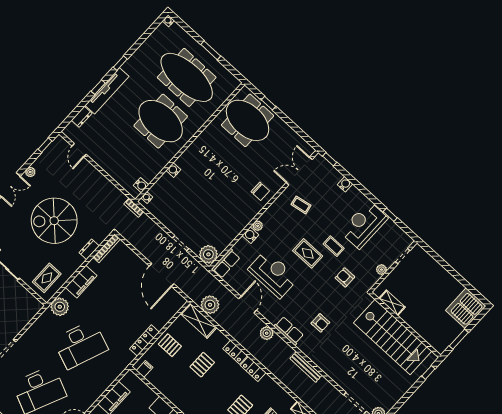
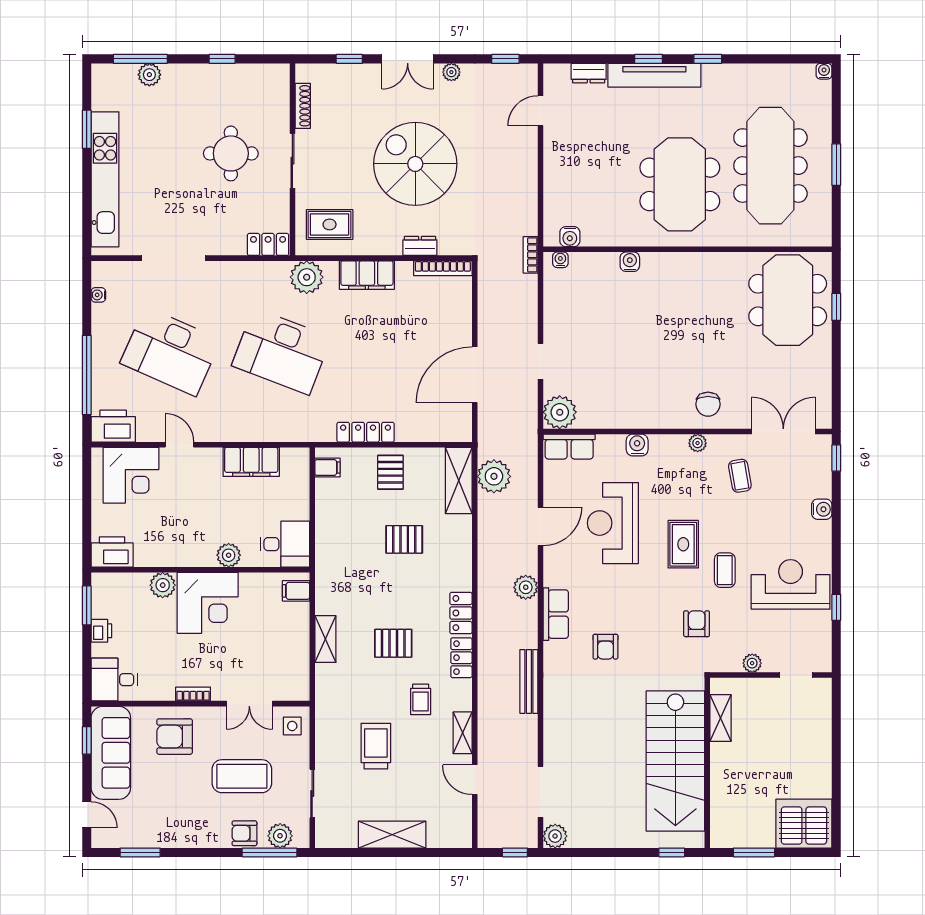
plant: (258, 226) -> (698, 443), moved
reception desk: (273, 274) -> (613, 523), turned 180
locker: (32, 310) -> (268, 244), added
locker: (235, 352) -> (461, 658), moved

